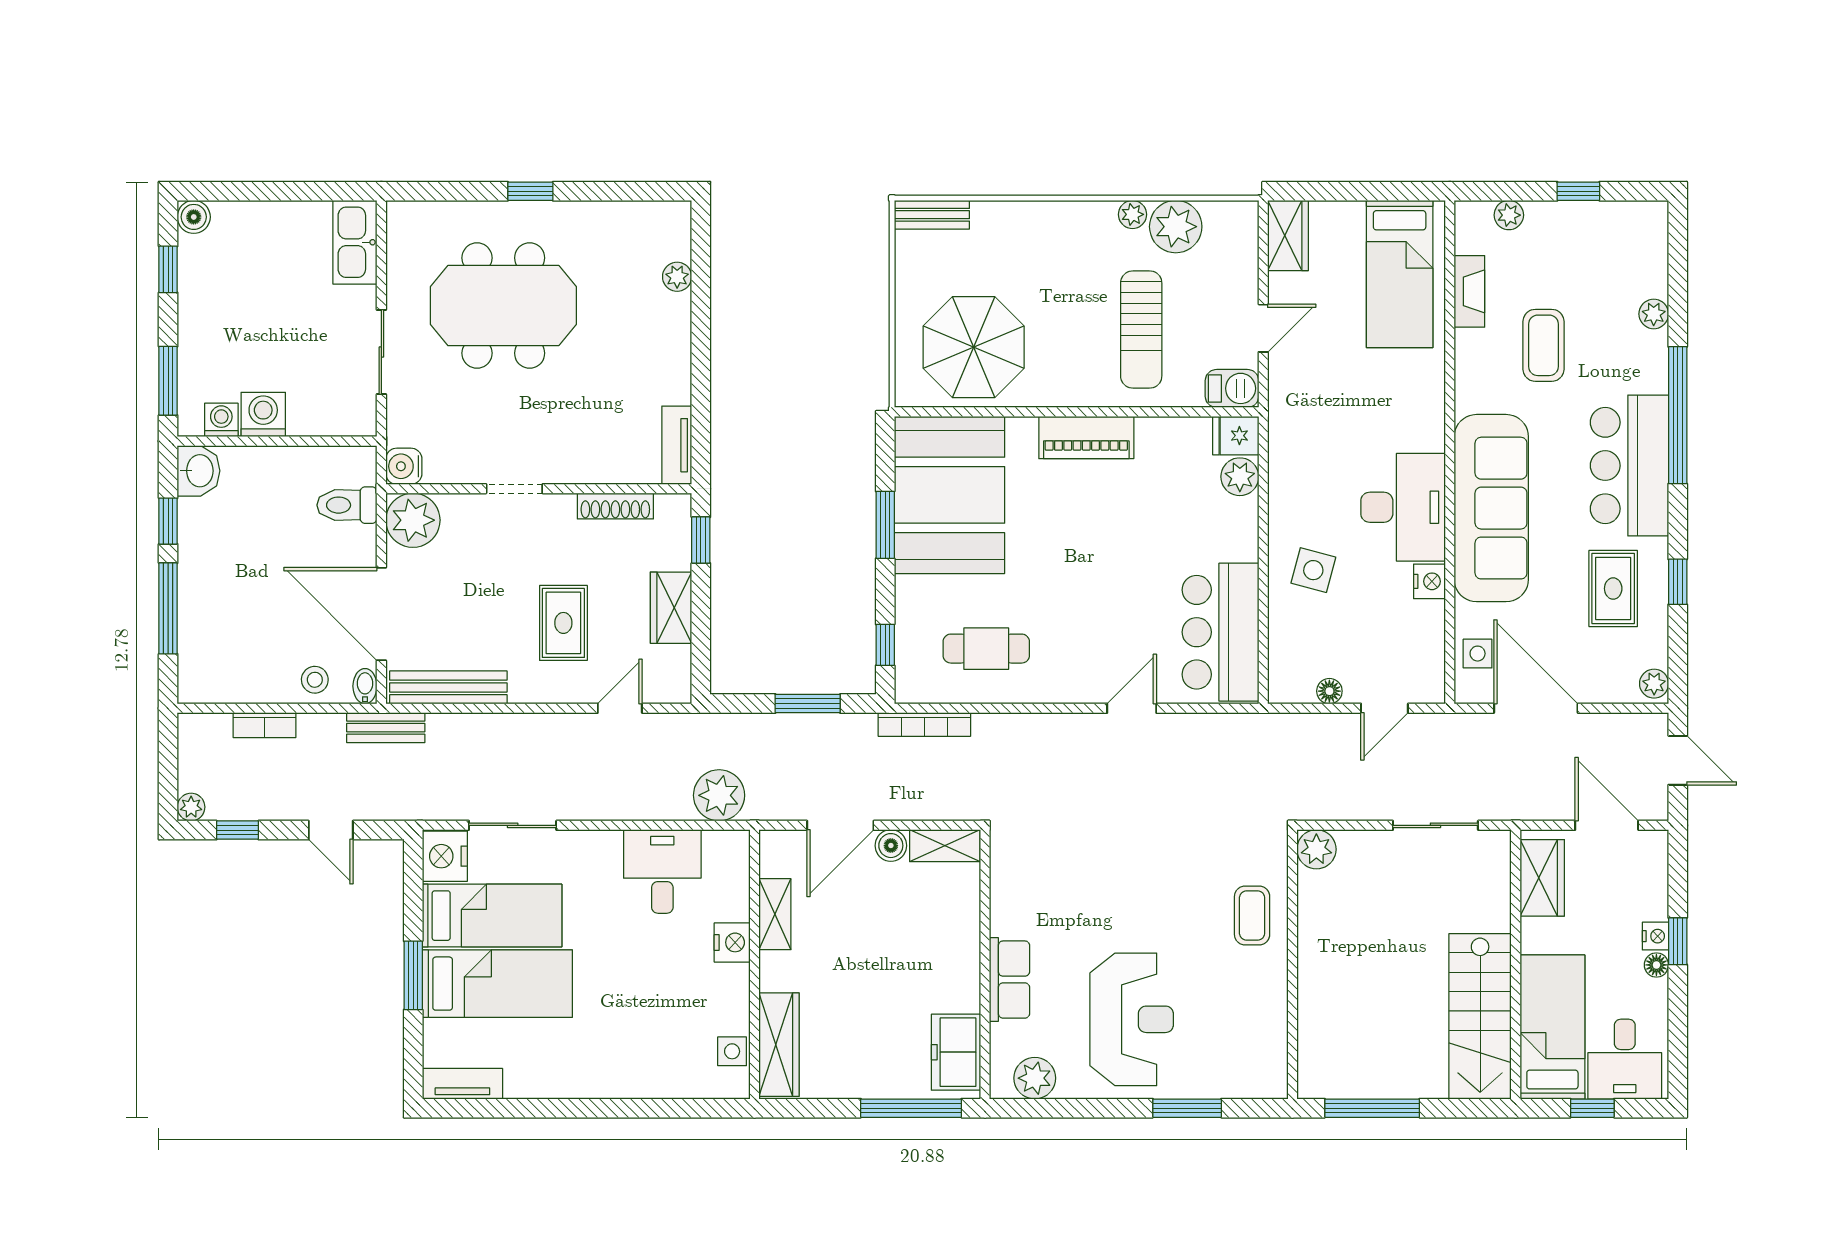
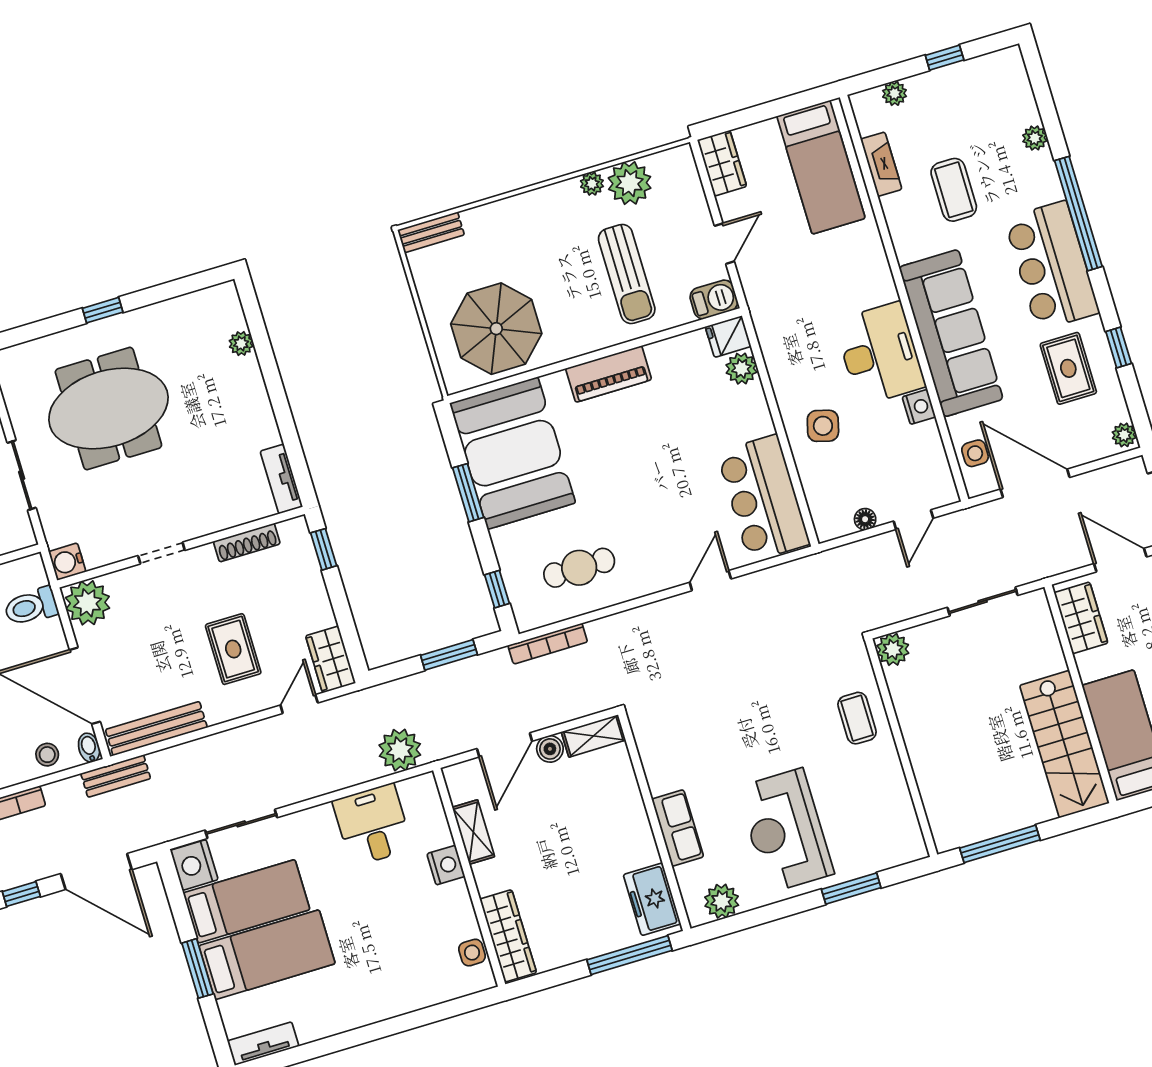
wardrobe: (671, 608) -> (331, 659), moved
door: (331, 830) -> (96, 872), width x1.87
reception desk: (1132, 1019) -> (785, 831), turned 180

